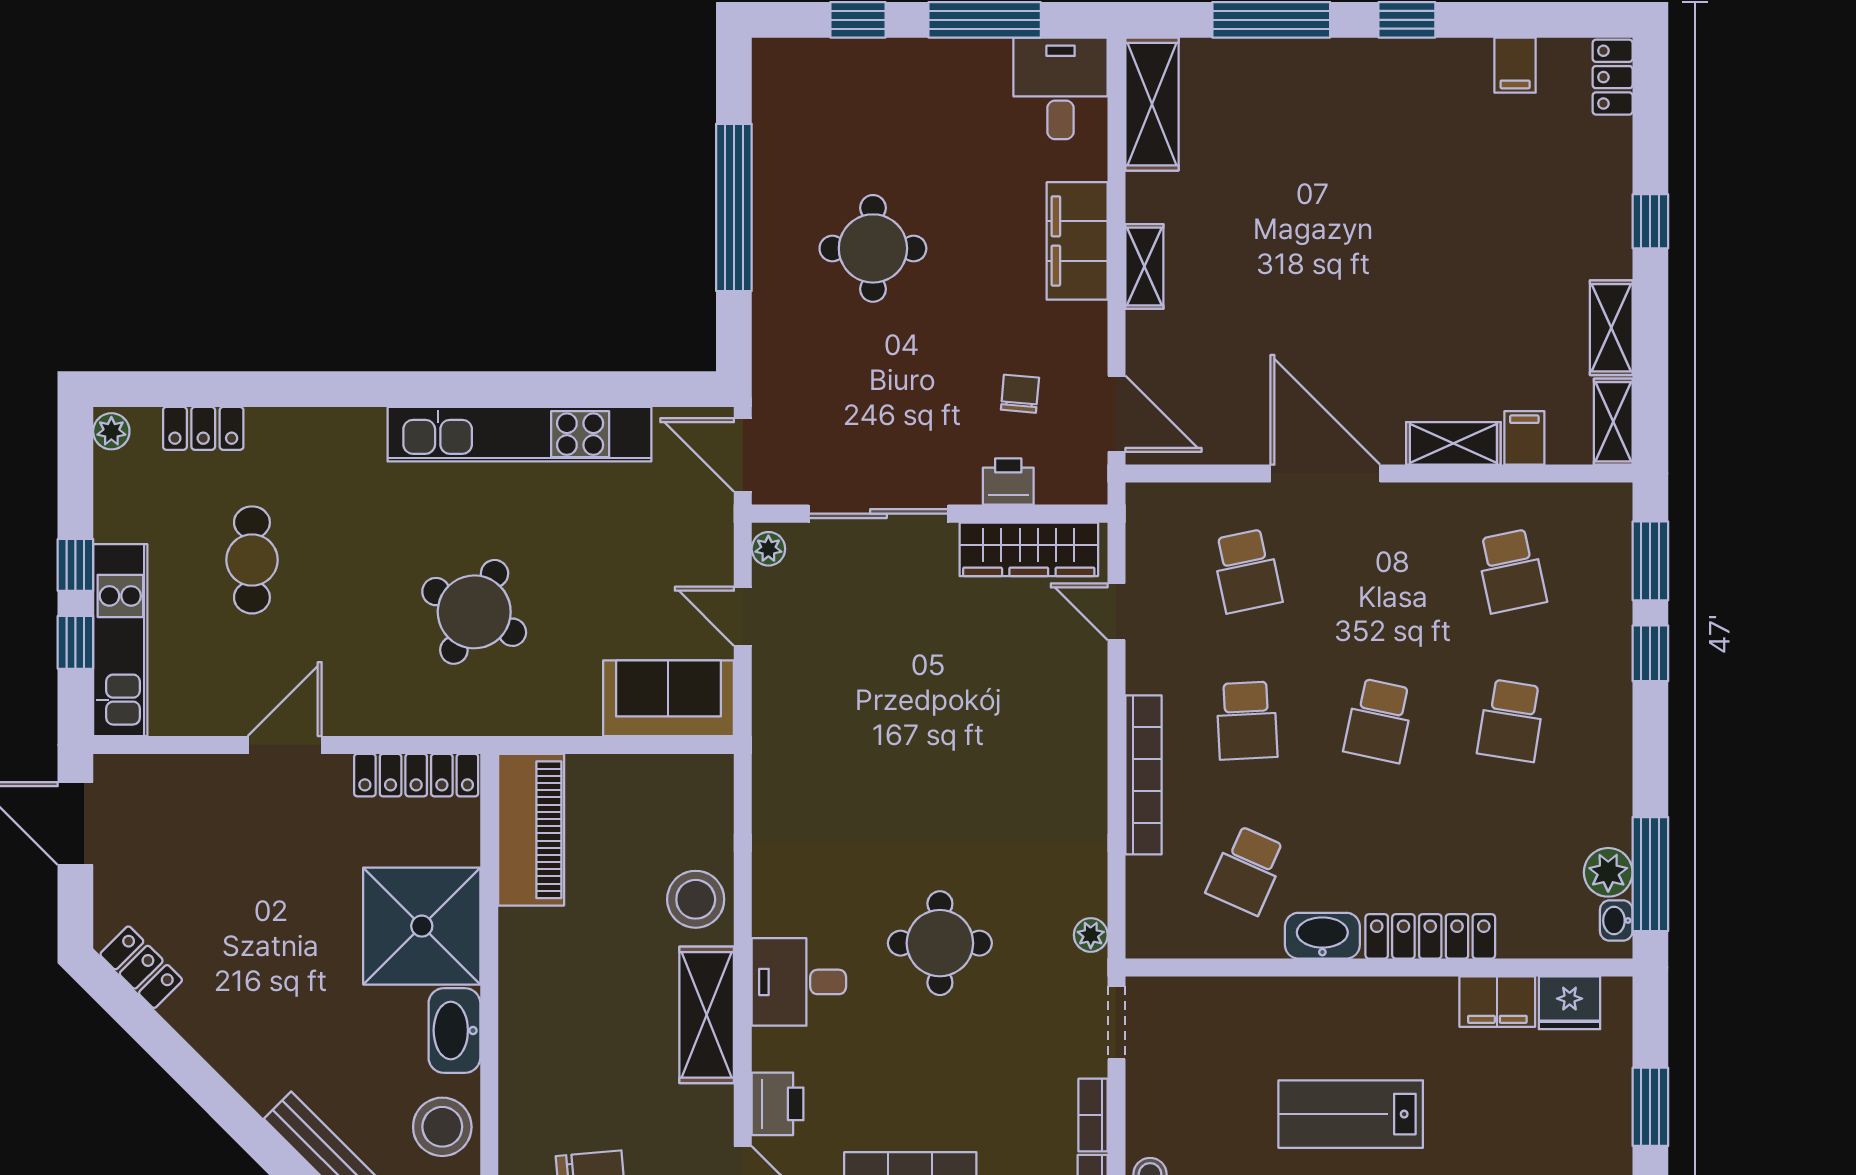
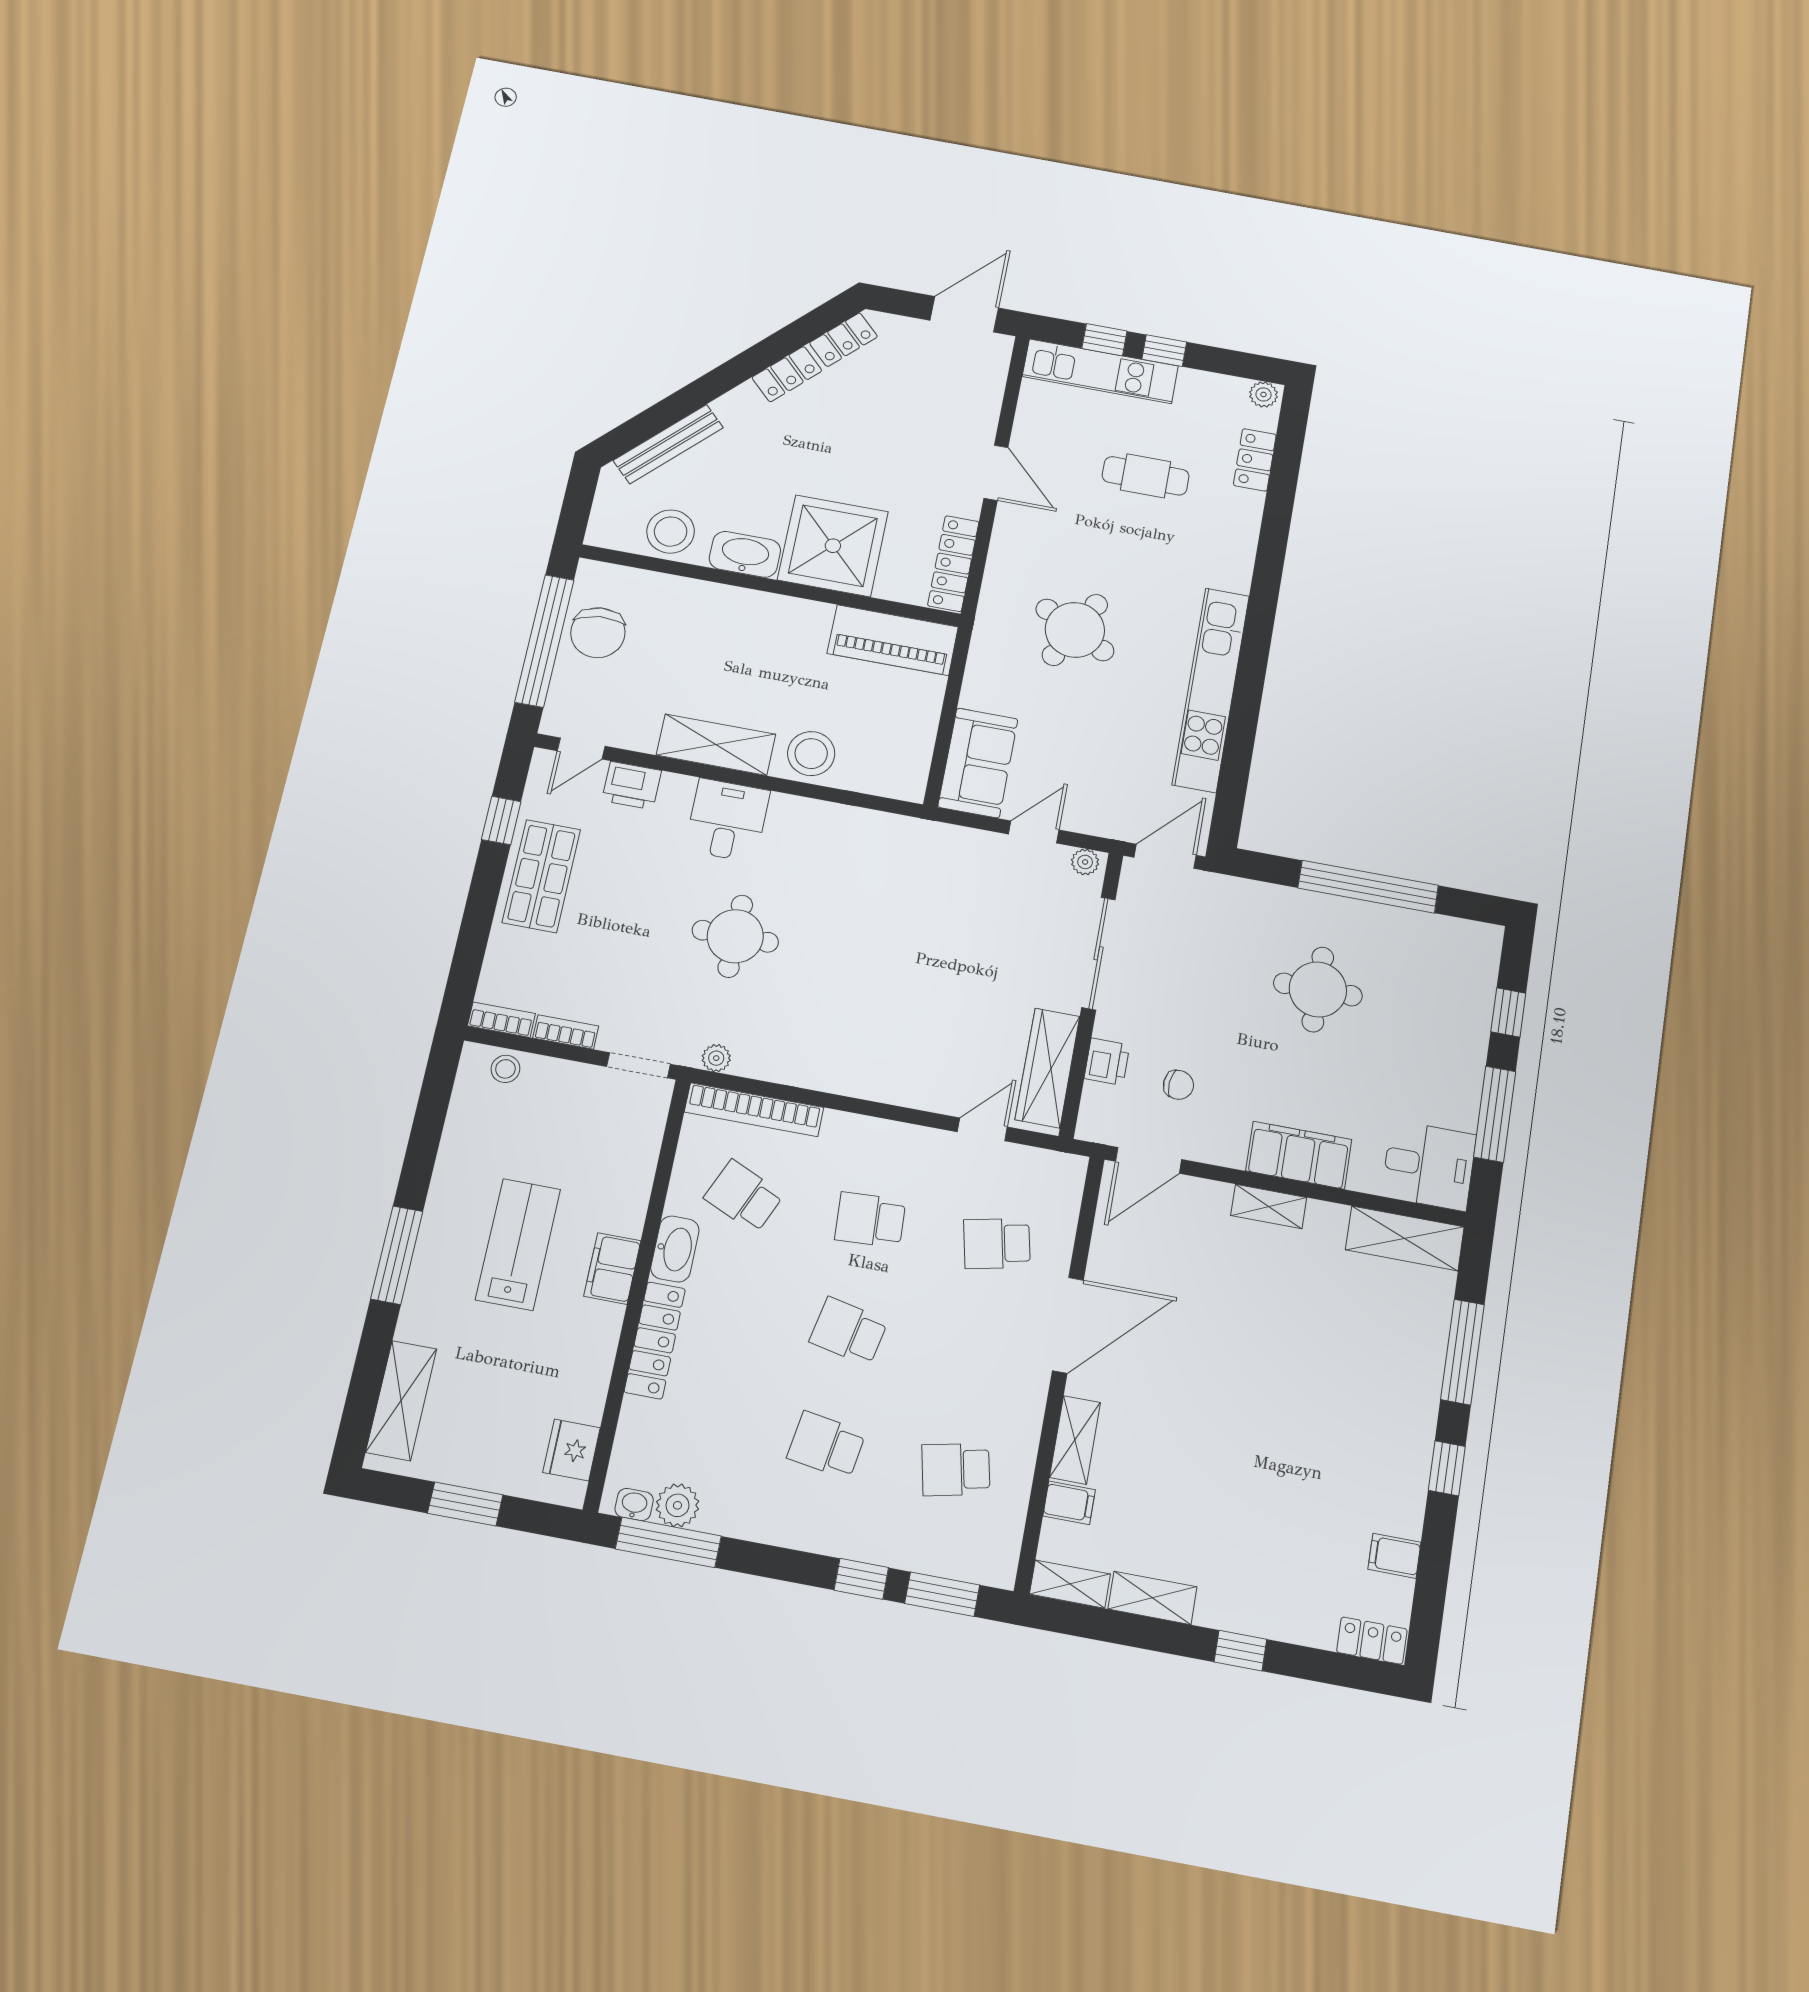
bookcase: (1143, 775) -> (754, 1110), moved
filing cabinet: (1497, 1002) -> (612, 1268), moved
locker: (203, 1028) -> (787, 374), added

